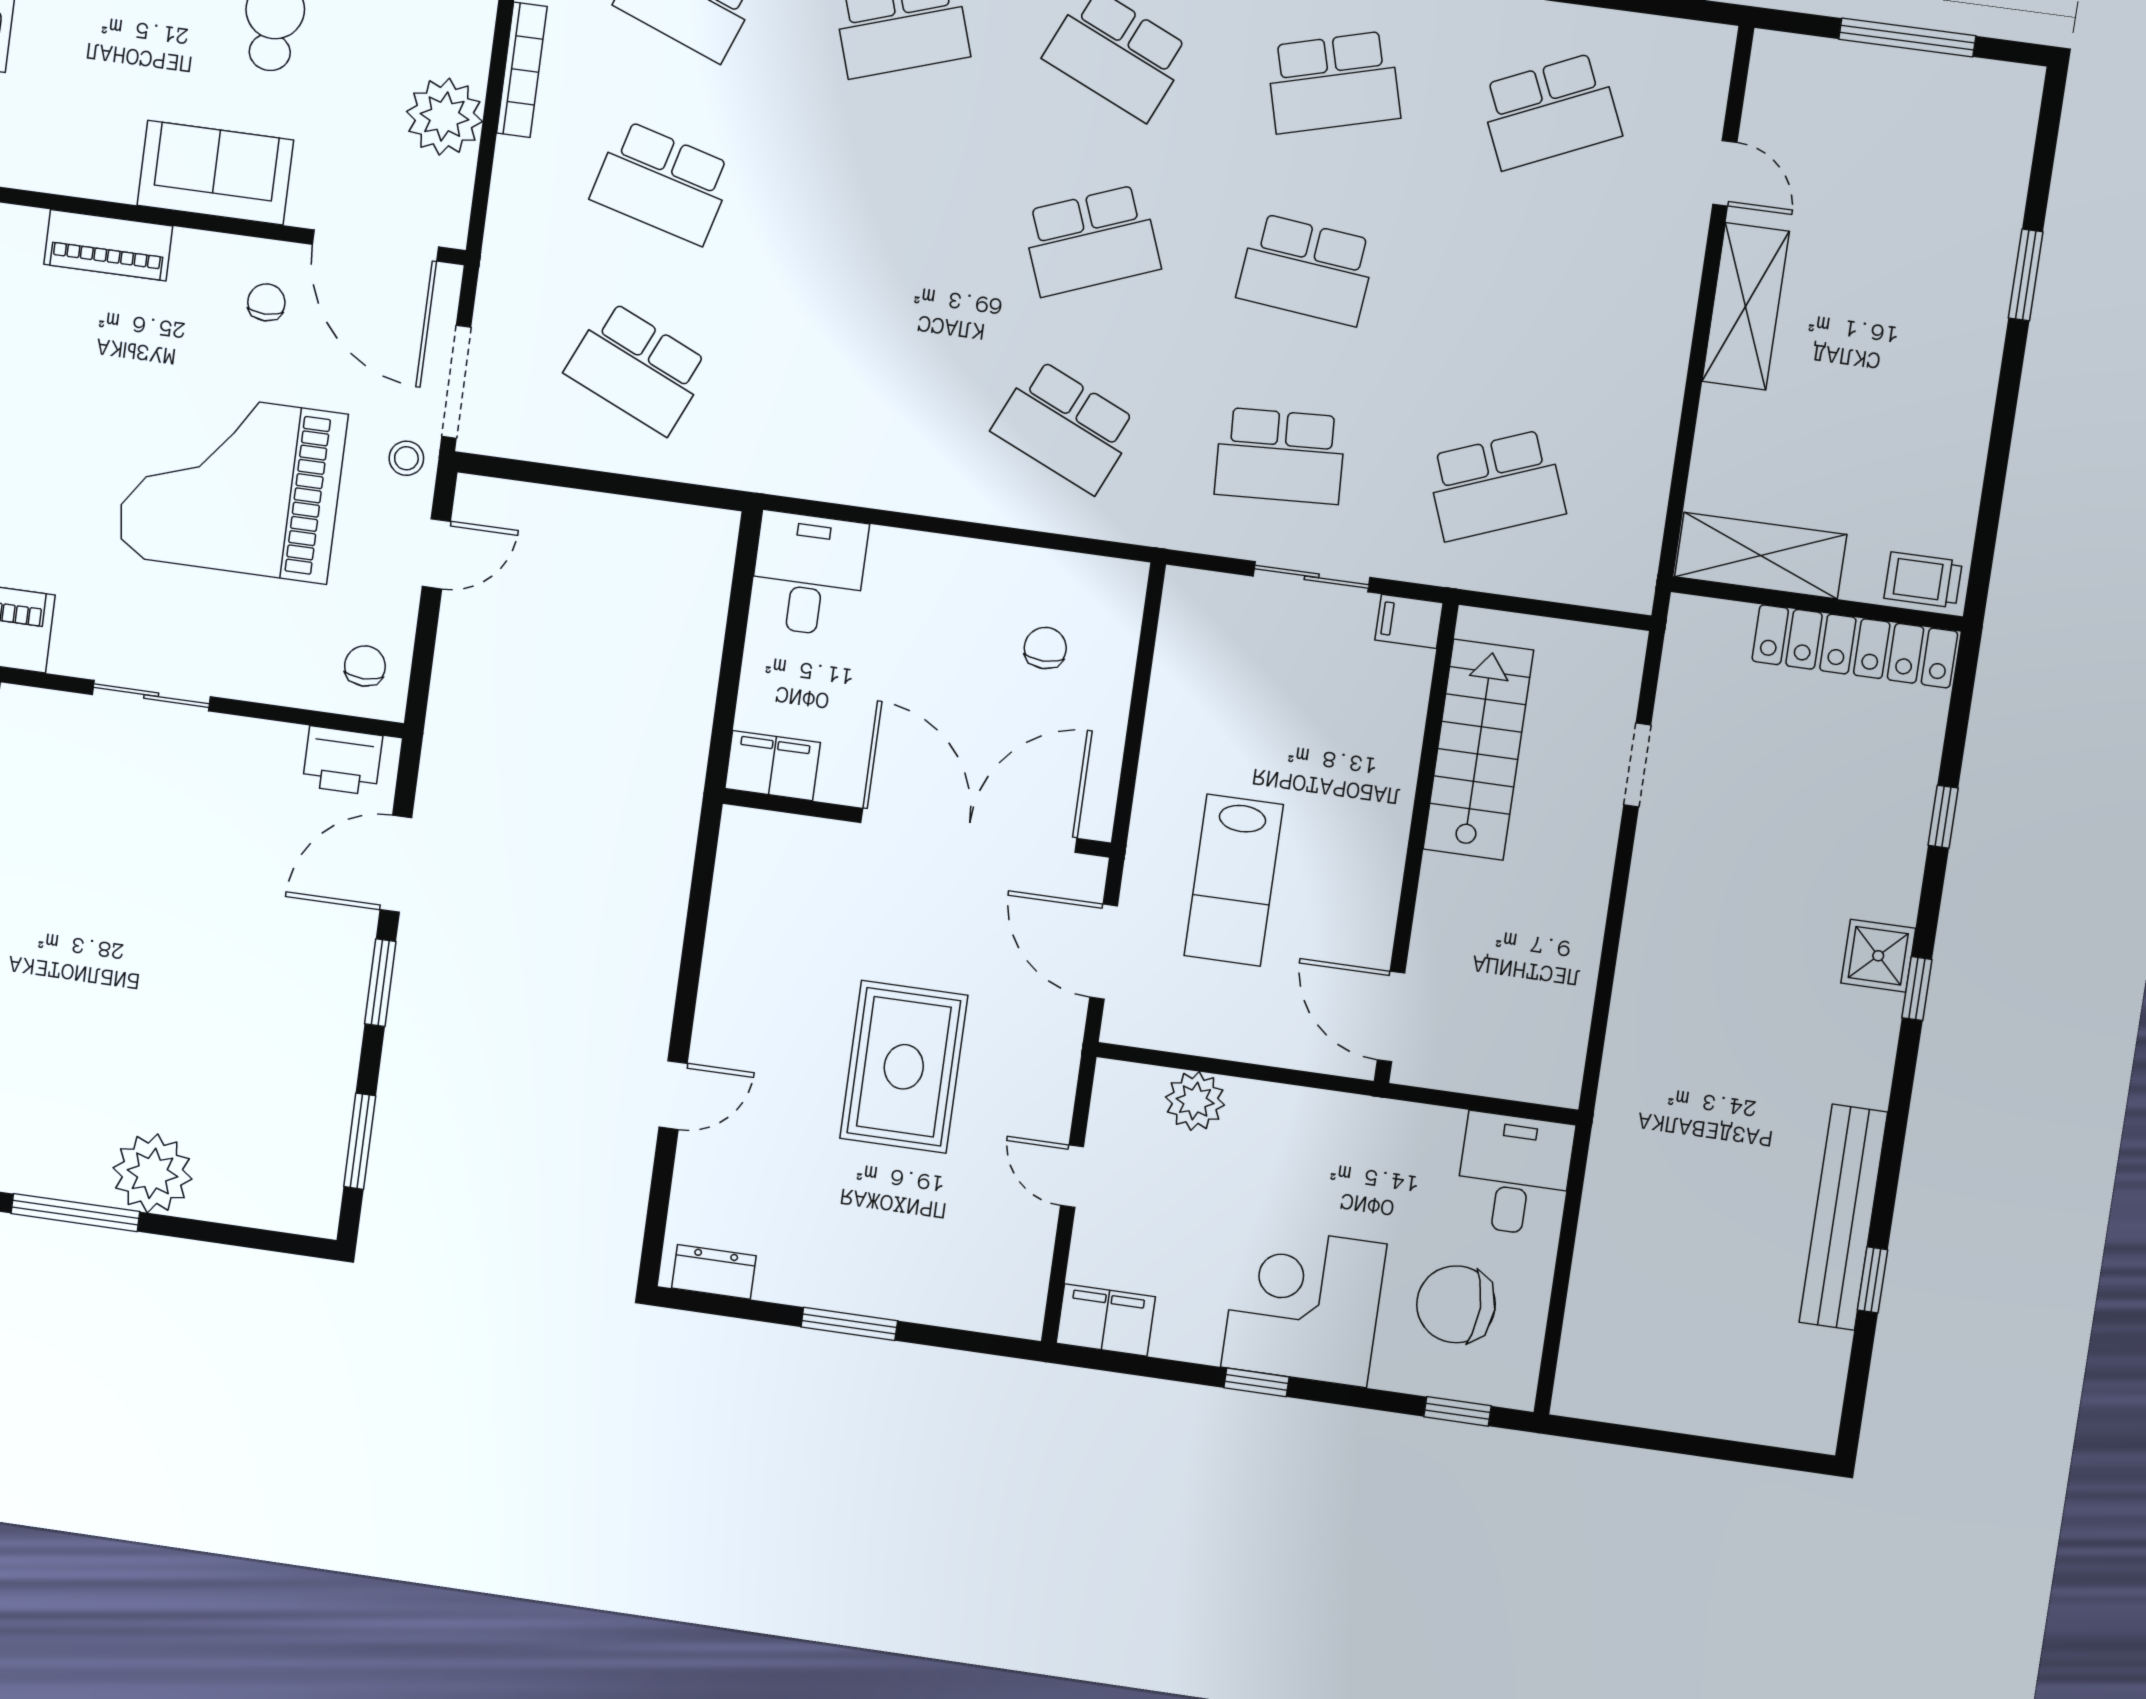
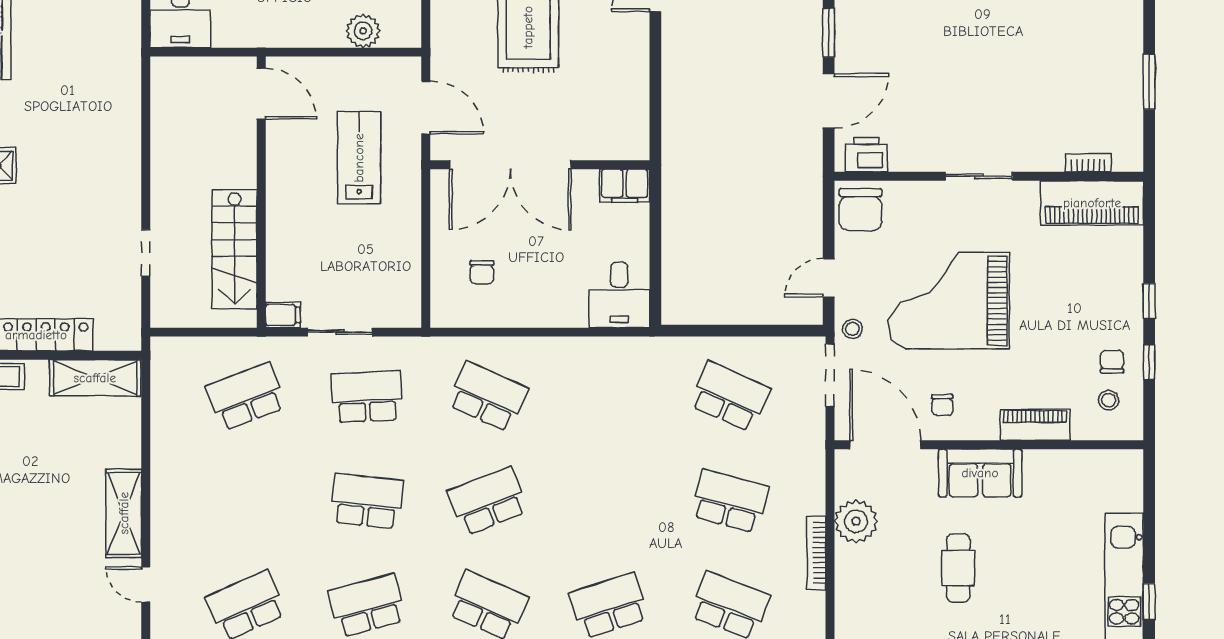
grand piano: (231, 485) -> (949, 301), turned 180
chair: (365, 666) -> (860, 210), width x1.87, depth x1.87

